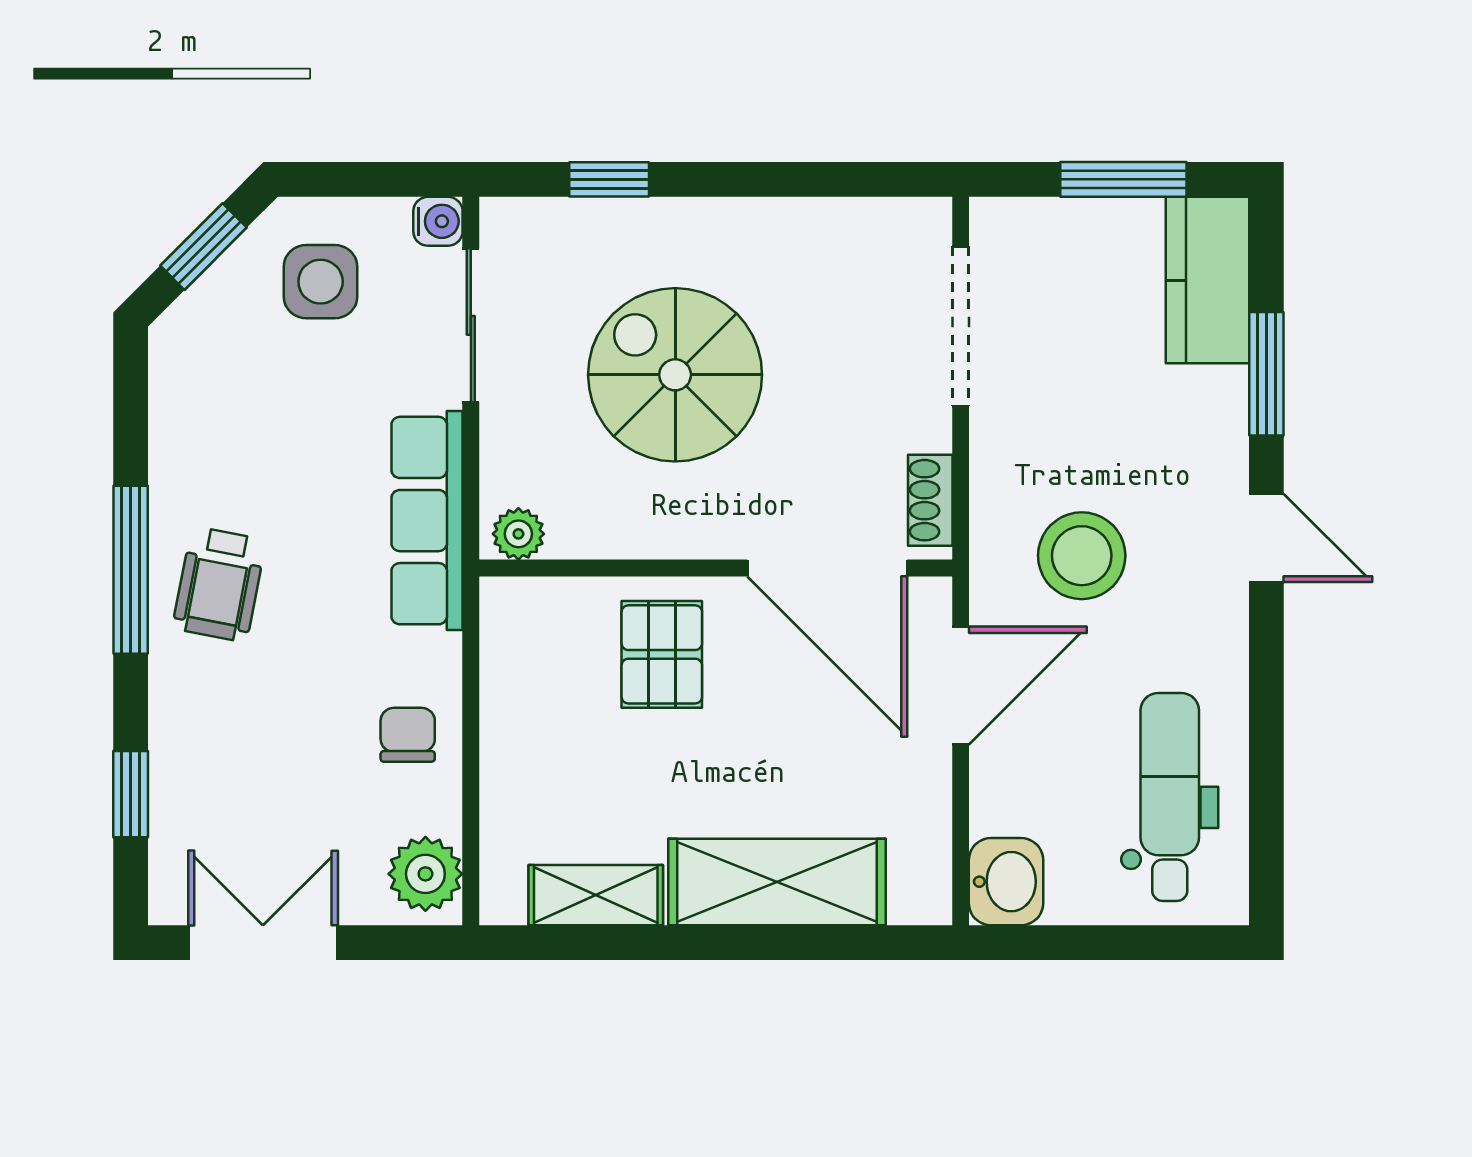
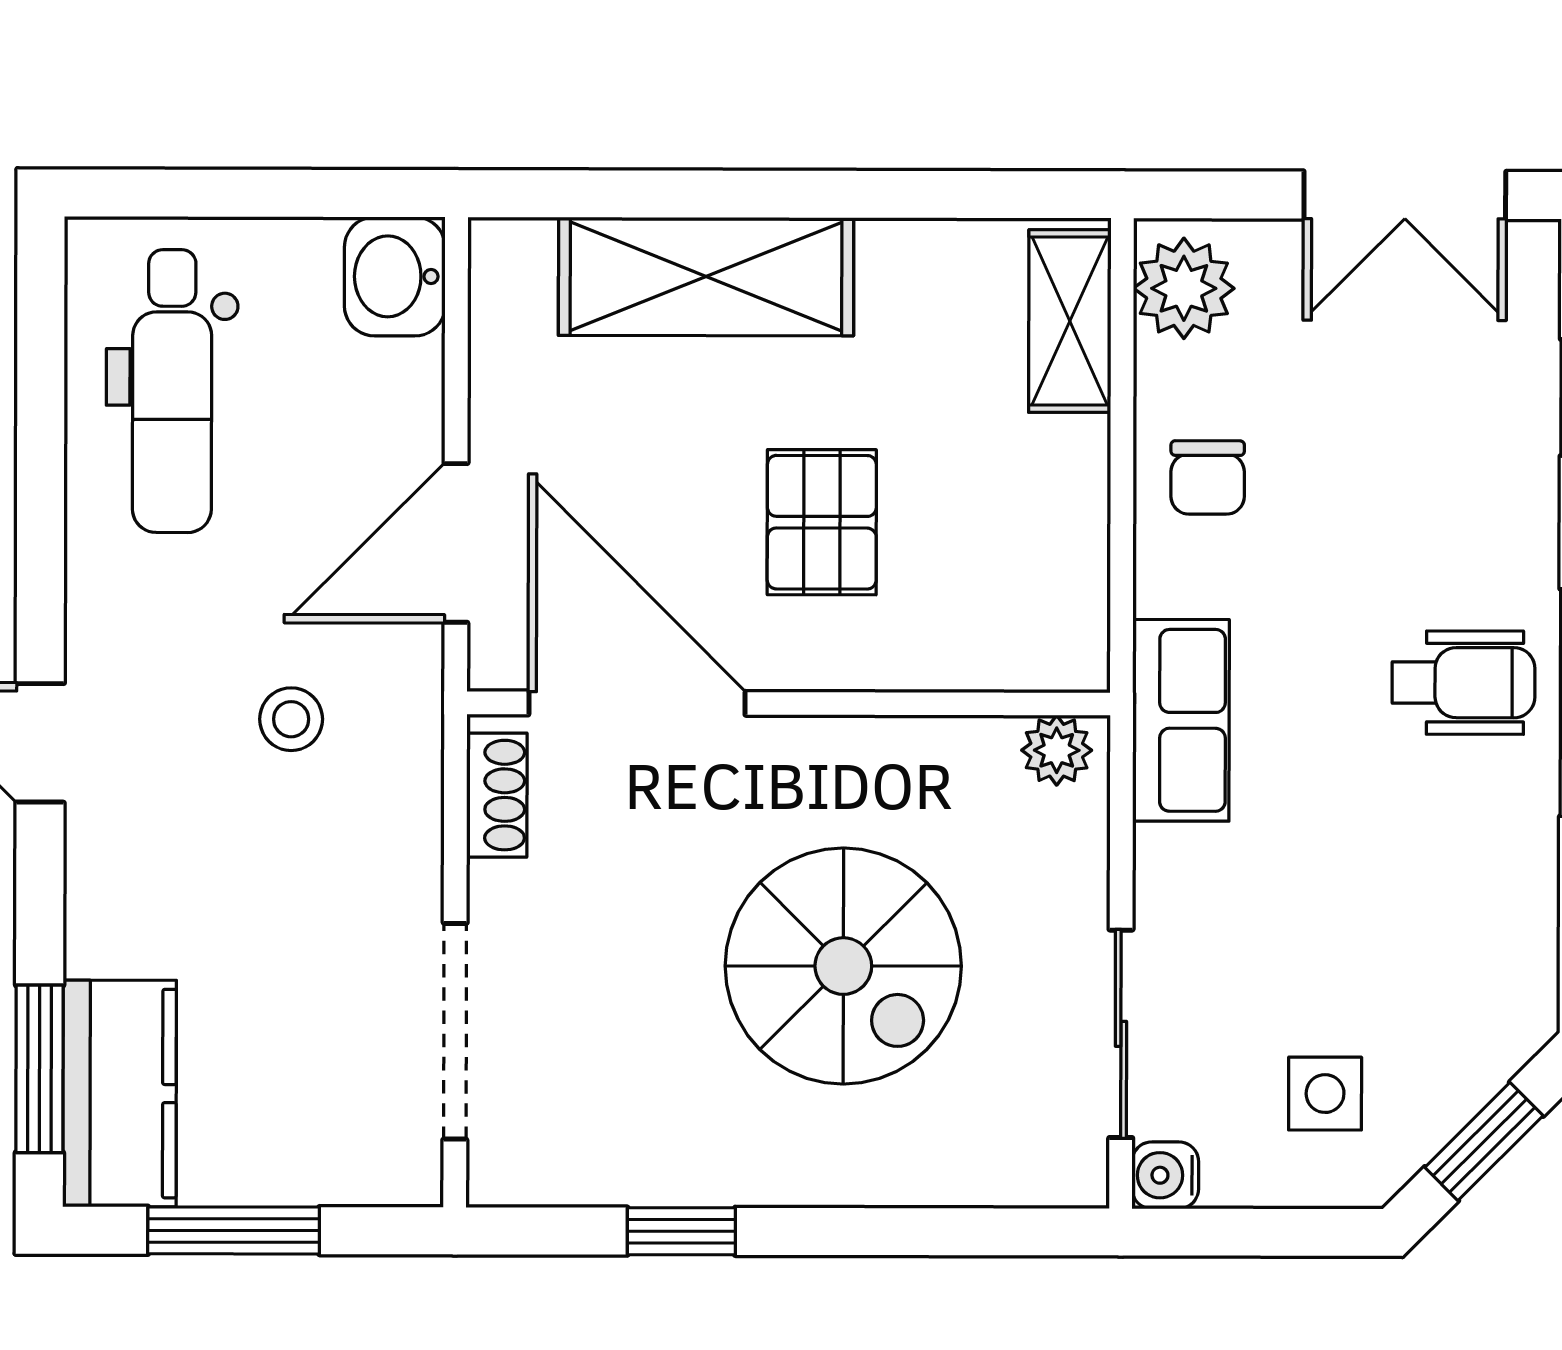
window: (609, 179) -> (681, 1231), moved
side table: (321, 282) -> (1325, 1094), width x0.73, depth x0.73
window: (1266, 374) -> (40, 1069), moved
row of seats: (427, 521) -> (1181, 720), width x0.68
stool: (1082, 556) -> (291, 719), width x0.53, depth x0.53
wheelchair: (219, 584) -> (1464, 683), turned 79
pallet: (662, 654) -> (822, 522), moved
shelving: (596, 895) -> (1070, 321), moved, turned 90

